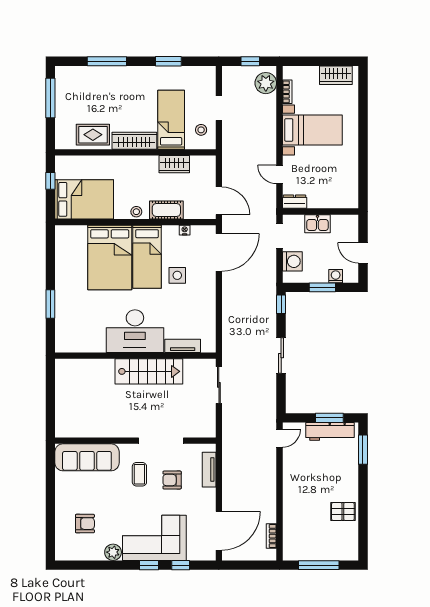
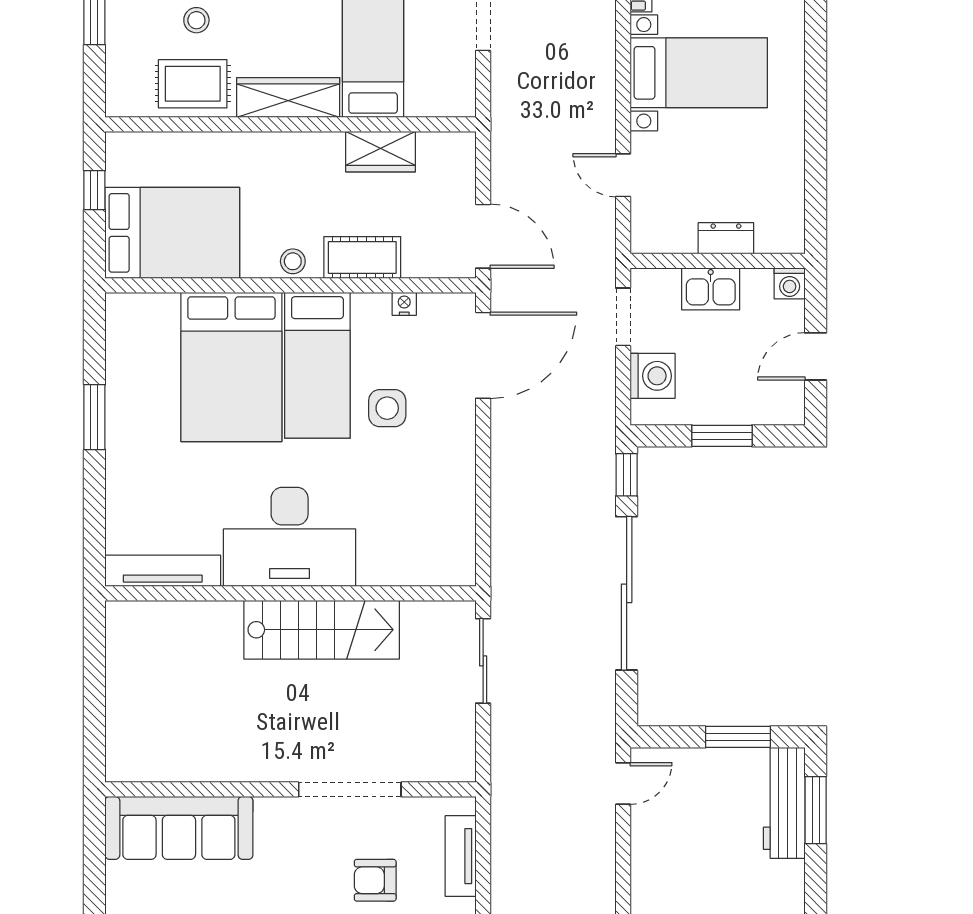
stool: (201, 130) -> (196, 20), moved
dresser: (295, 202) -> (726, 238), moved
door: (363, 253) -> (816, 356), hinge flipped
washing machine: (336, 276) -> (790, 283), moved, turned 180
window: (50, 304) -> (94, 417), moved
tv unit: (183, 346) -> (163, 571), moved, width x1.41
sliding door: (281, 356) -> (627, 593), width x1.86
workbench: (330, 431) -> (784, 803), moved, turned 90
coffee table: (139, 474) -> (300, 867), removed

